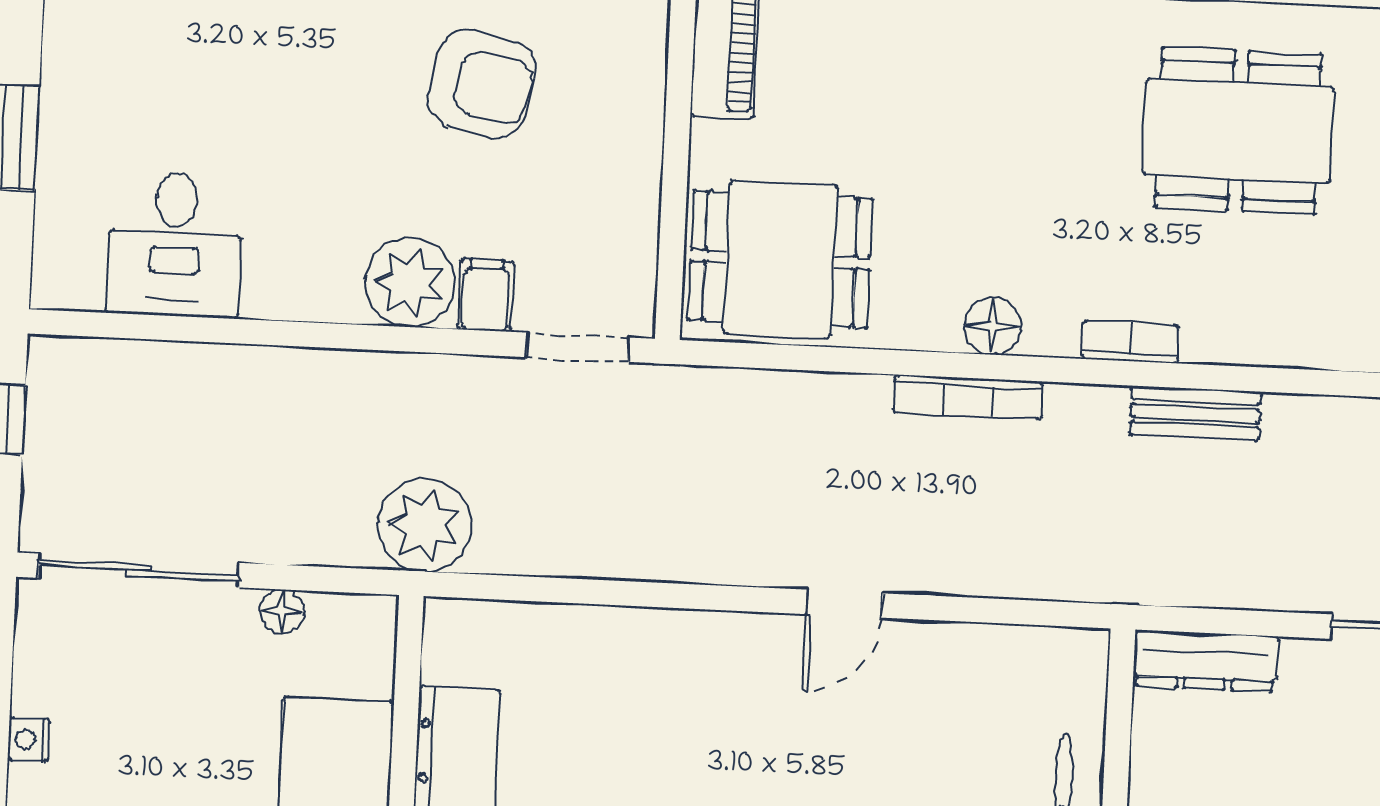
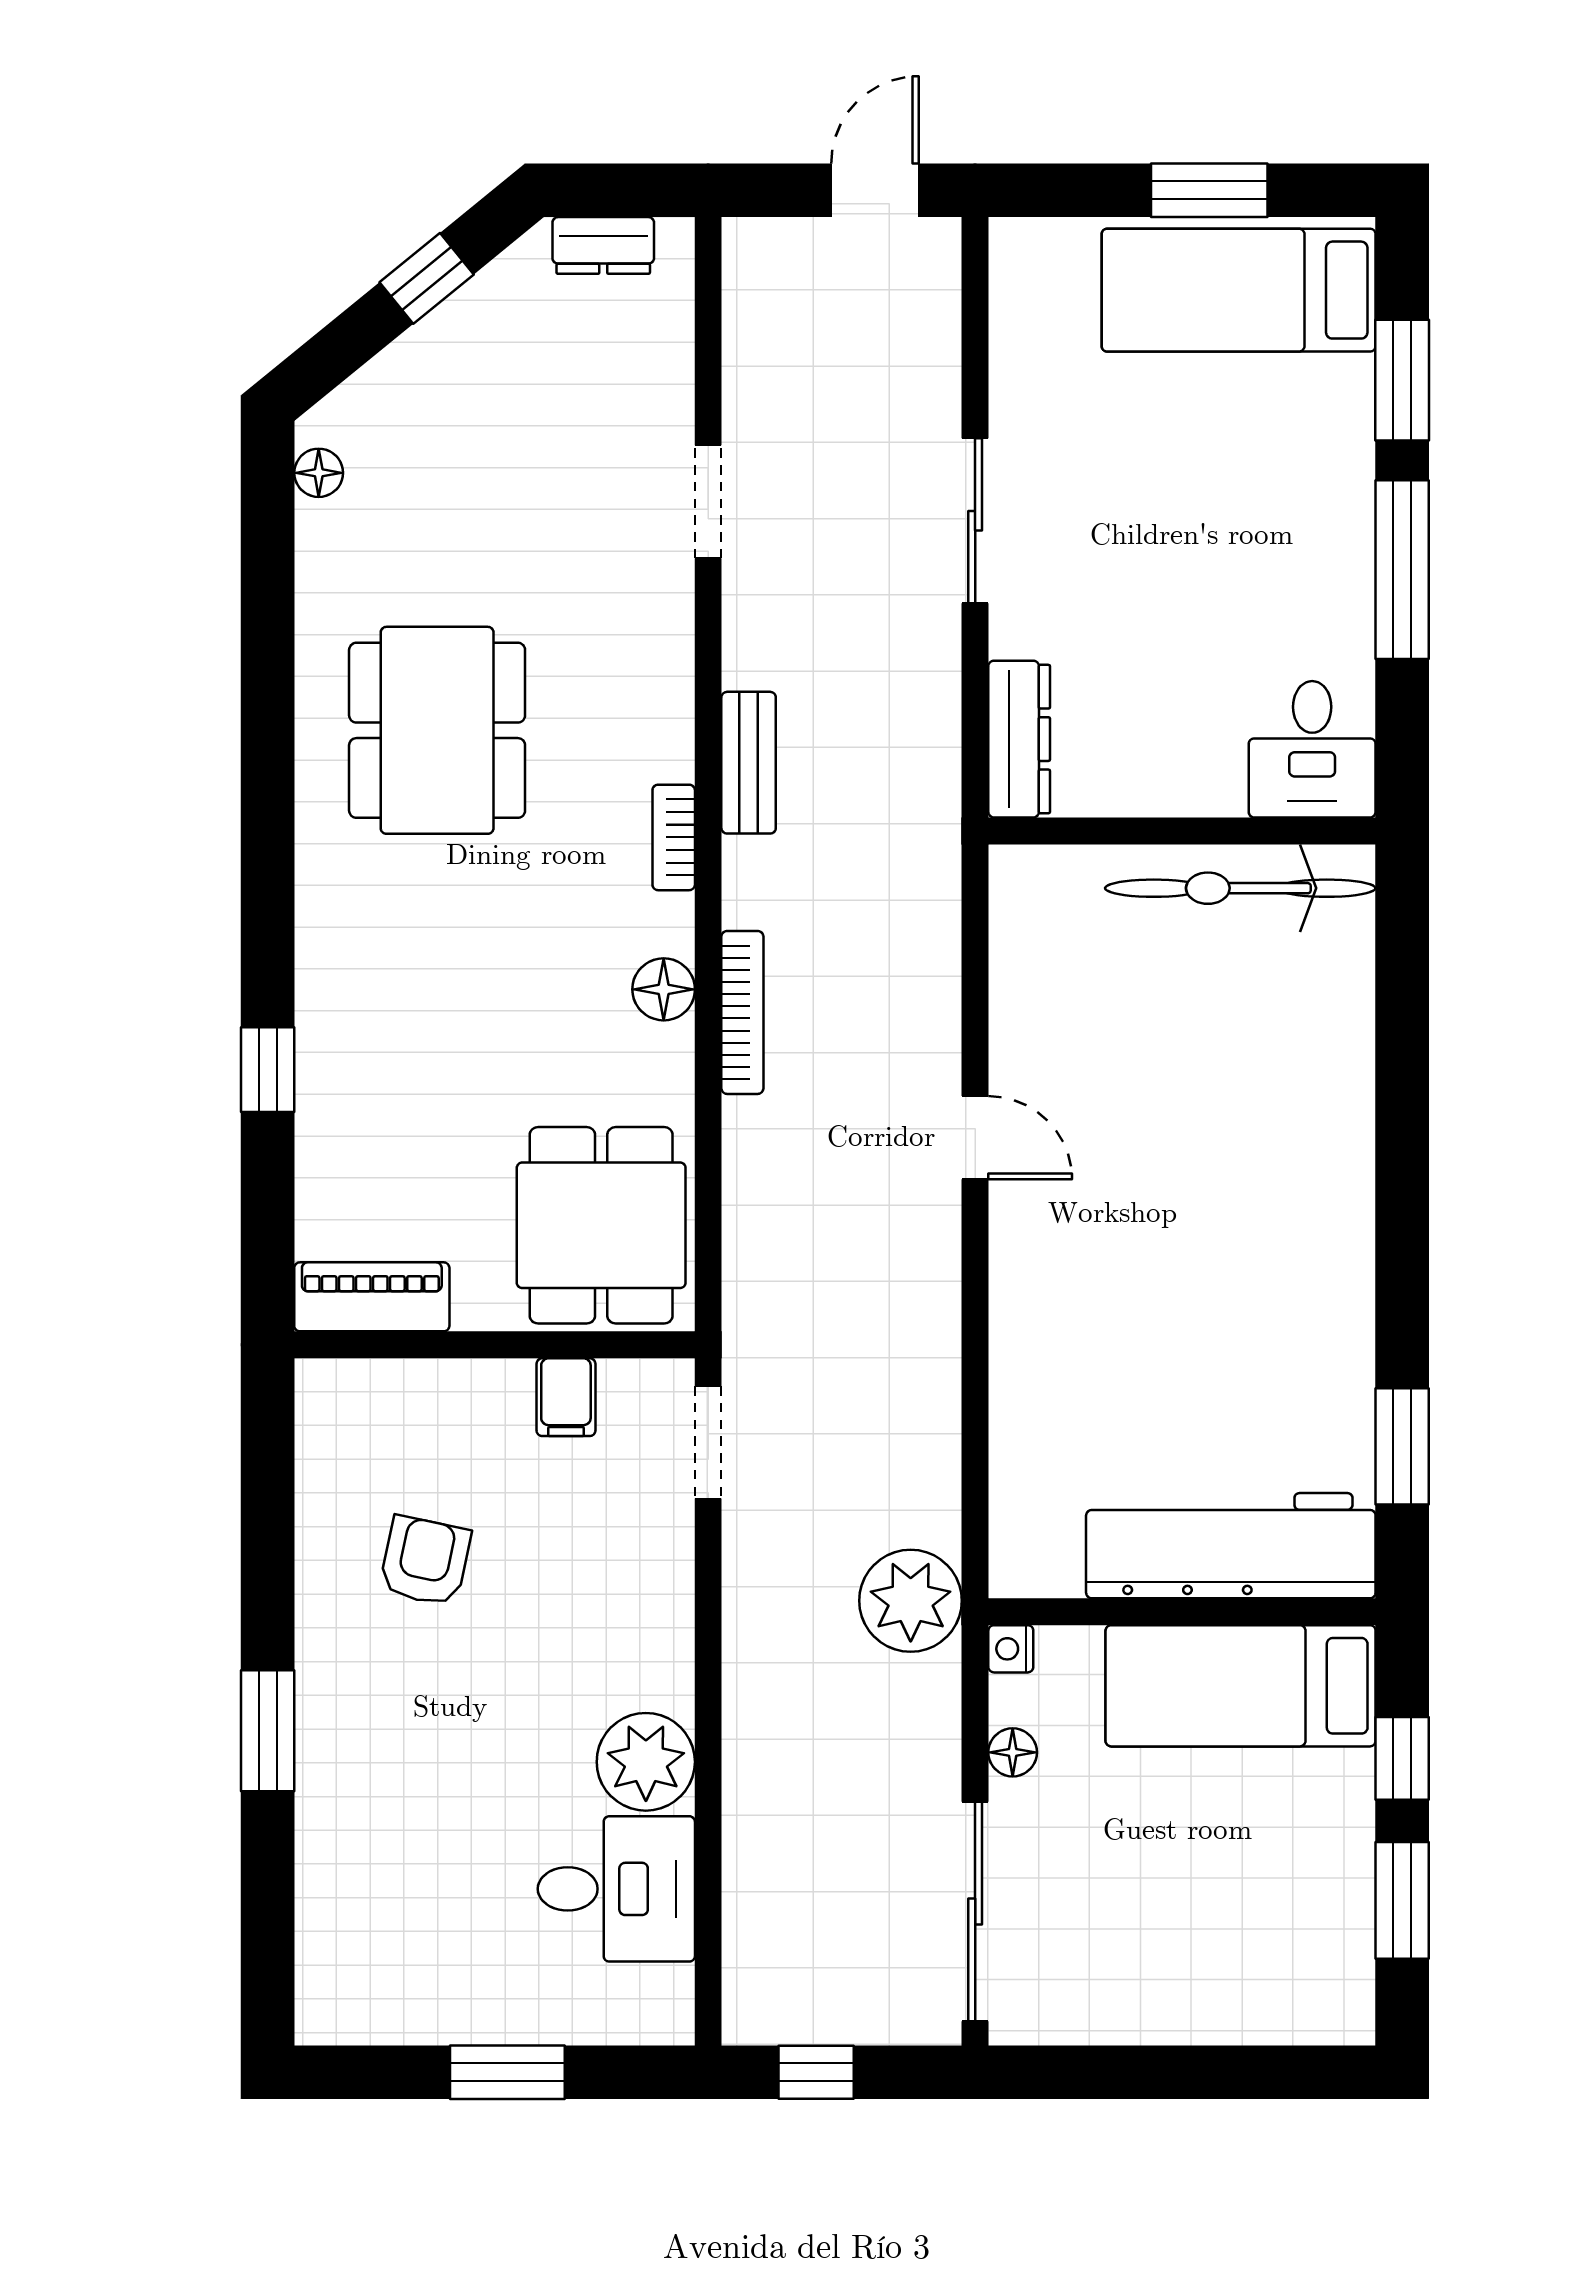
armchair: (482, 84) -> (425, 1561), width x0.72, depth x0.72
plant: (410, 282) -> (646, 1762), moved
filing cabinet: (486, 295) -> (566, 1397), moved, turned -90
nightstand: (29, 740) -> (1011, 1649), moved, turned 90

